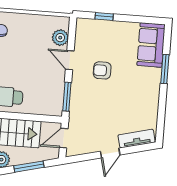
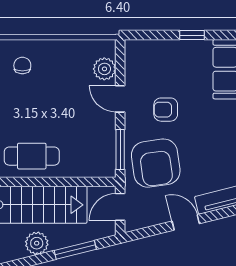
window: (104, 16) -> (192, 35), moved
armchair: (92, 108) -> (156, 163), added
door: (110, 153) -> (186, 222), swing flipped

